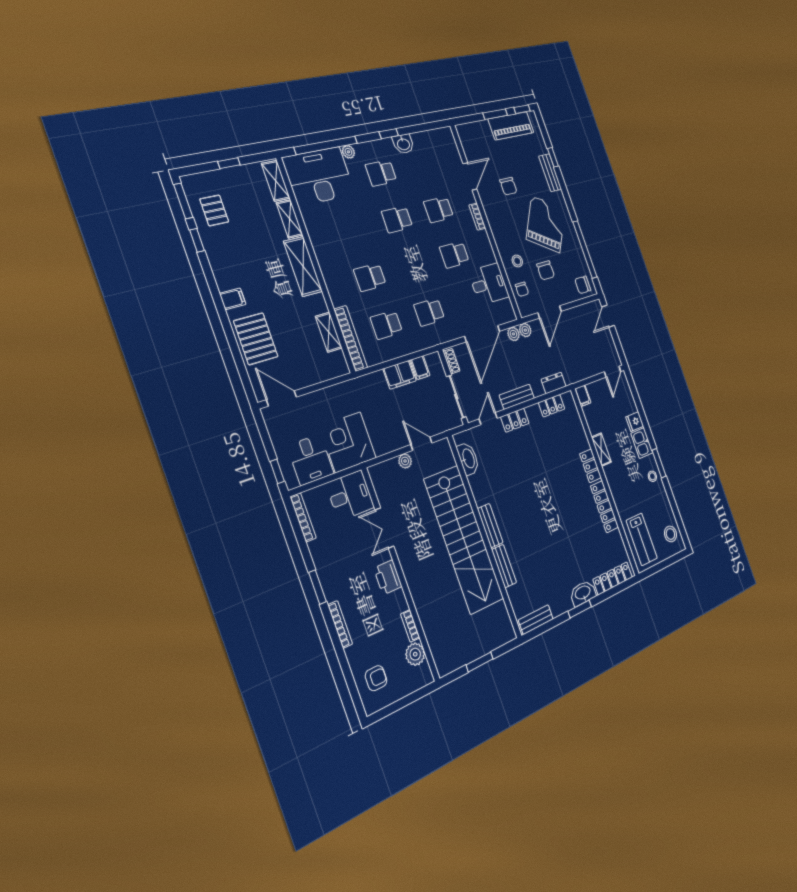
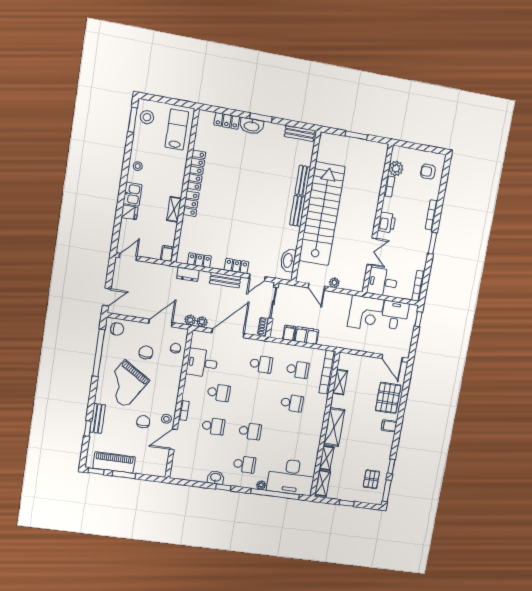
stool: (517, 261) -> (166, 419), moved
window: (659, 463) -> (133, 120), moved
locker: (613, 578) -> (227, 121), width x0.66

